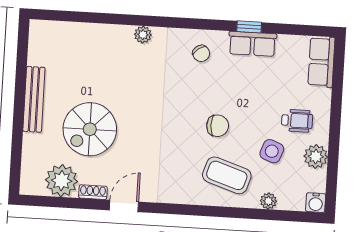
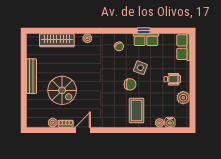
wardrobe: (86, 35) -> (57, 40), added
spiral stairs: (90, 129) -> (62, 90), turned -90
side table: (272, 151) -> (140, 68), moved
coffee table: (227, 175) -> (136, 111), turned 72
plant: (62, 181) -> (53, 123), width x0.53, depth x0.53
water cooler: (316, 203) -> (170, 122), moved

